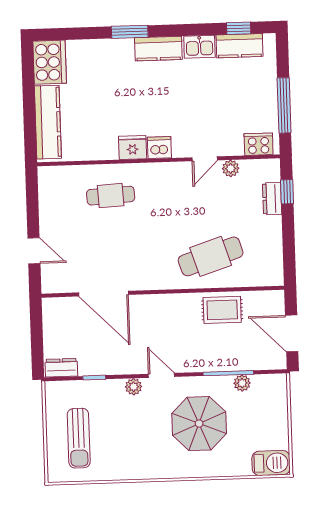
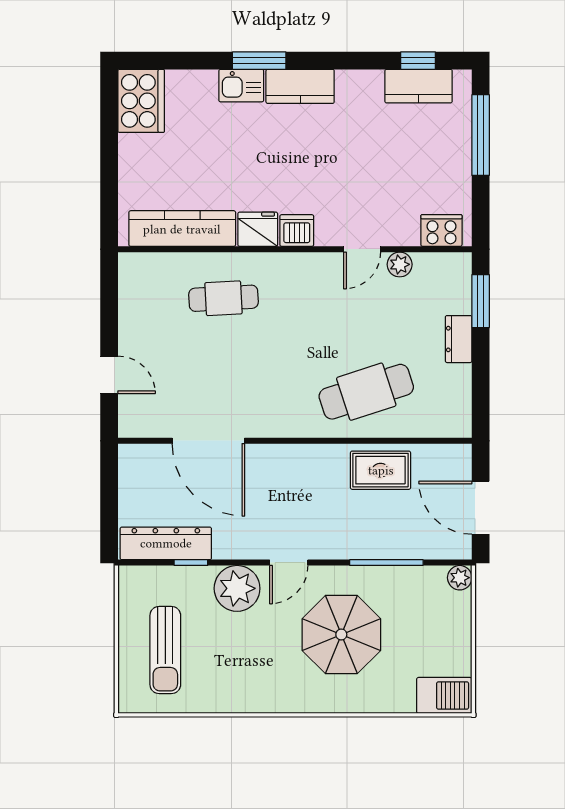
kitchen sink: (199, 47) -> (241, 86), moved
window: (284, 105) -> (481, 135), moved
kitchen counter: (48, 122) -> (182, 229), moved, turned -90
window: (287, 192) -> (481, 301), width x1.50
dresser: (272, 199) -> (459, 339), moved
dresser: (61, 368) -> (166, 543), width x1.96, depth x1.24
door: (161, 375) -> (289, 563), swing flipped
plant: (242, 383) -> (460, 578), moved
plant: (134, 387) -> (237, 588), width x1.88, depth x1.88

